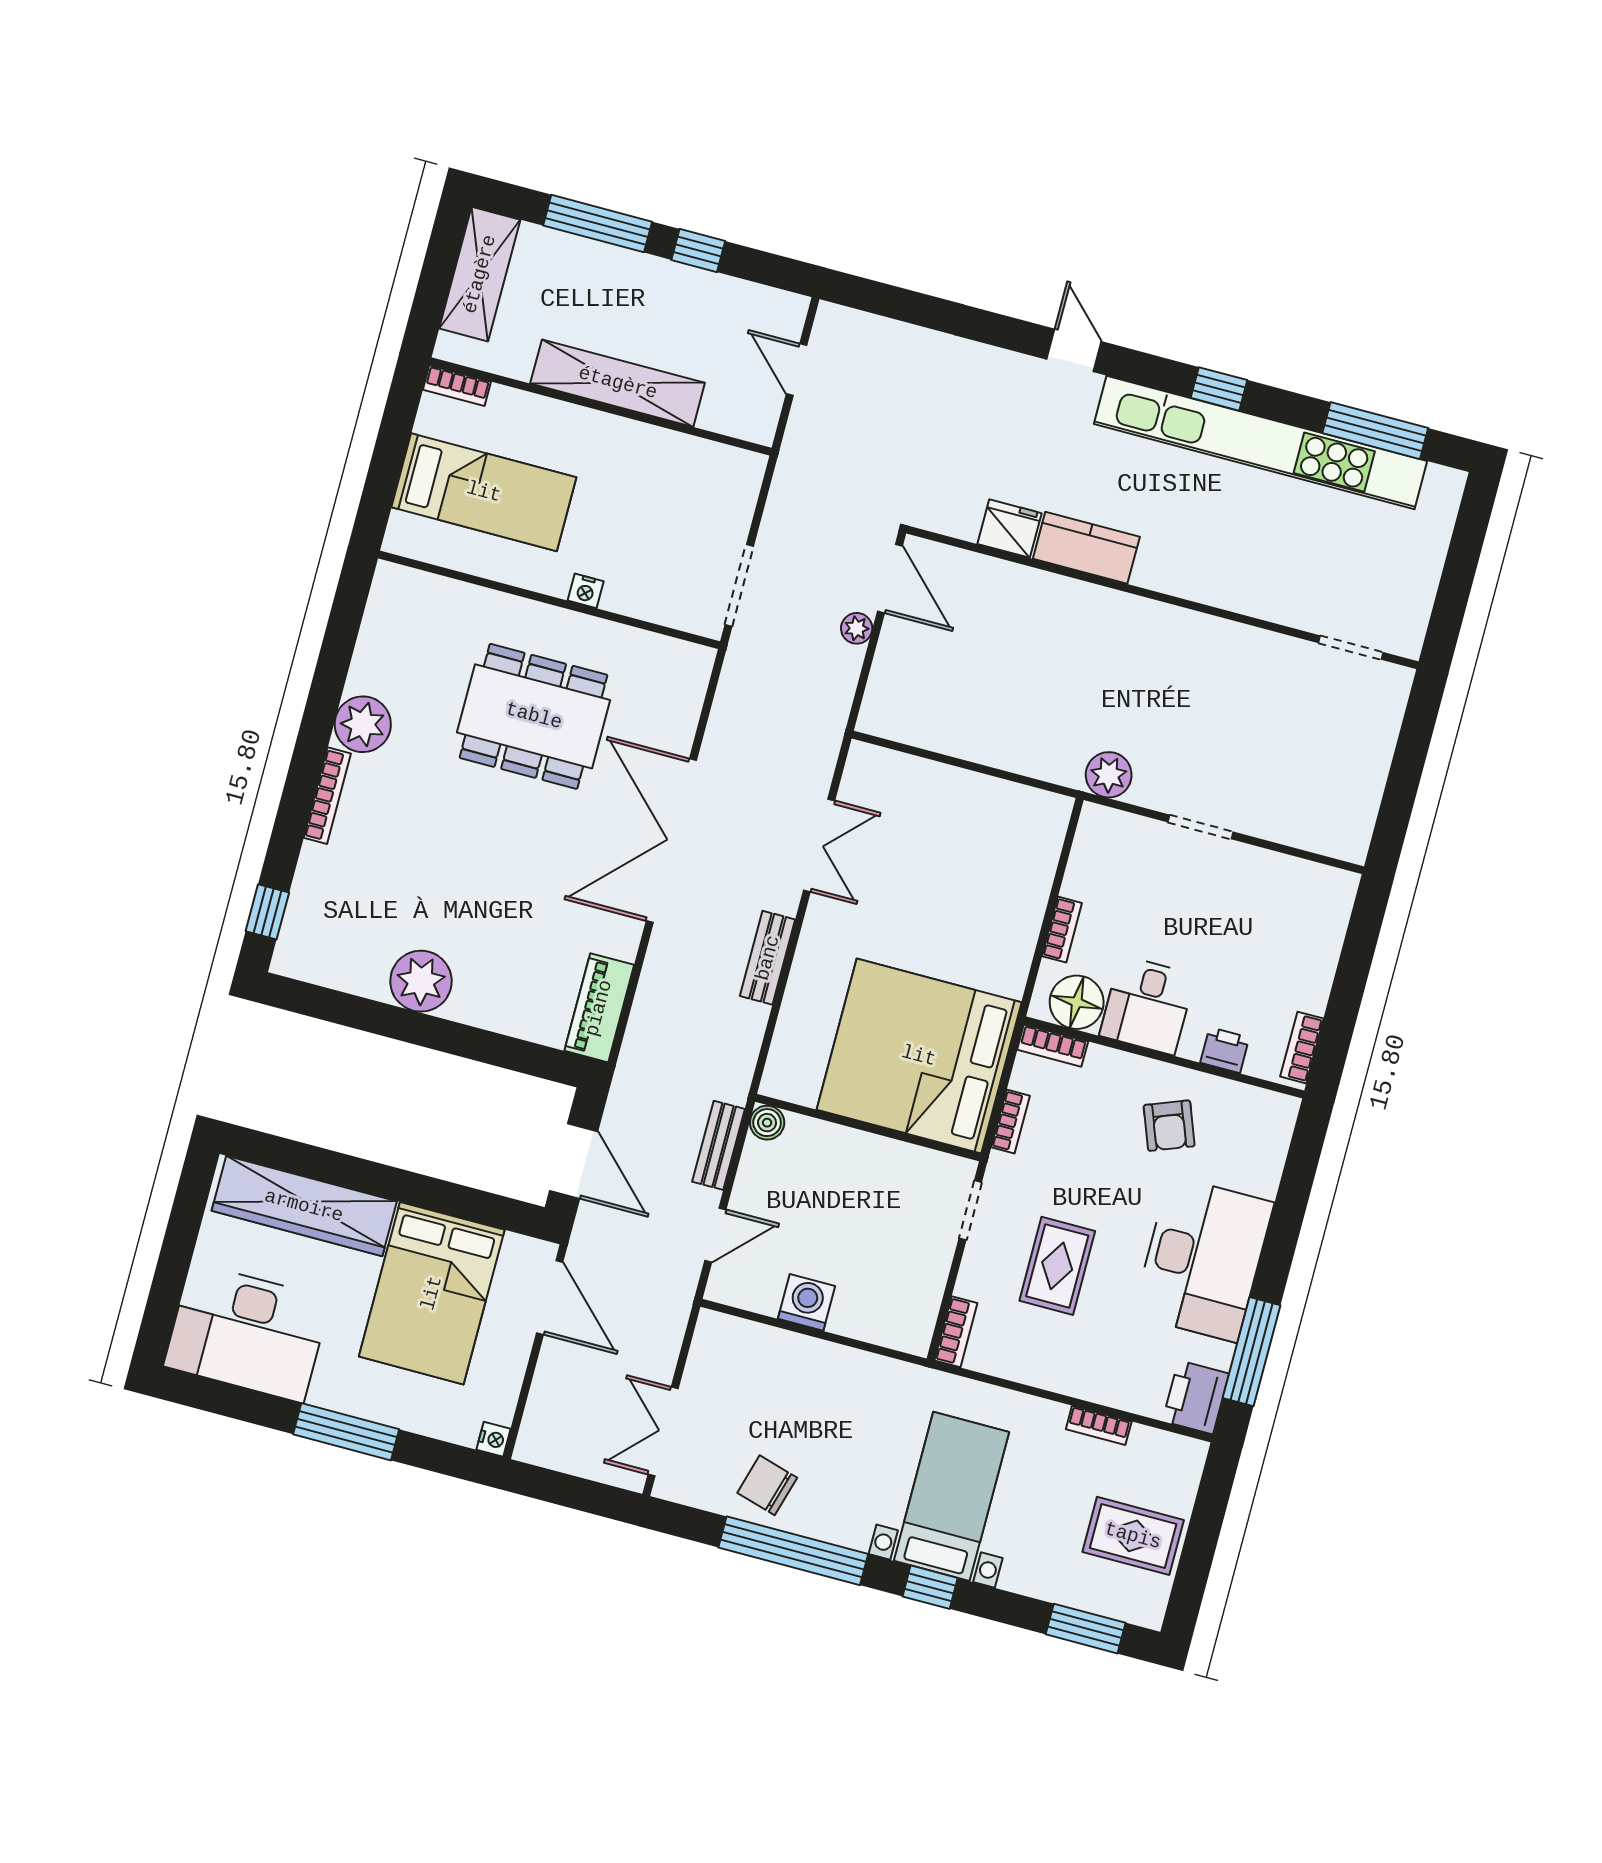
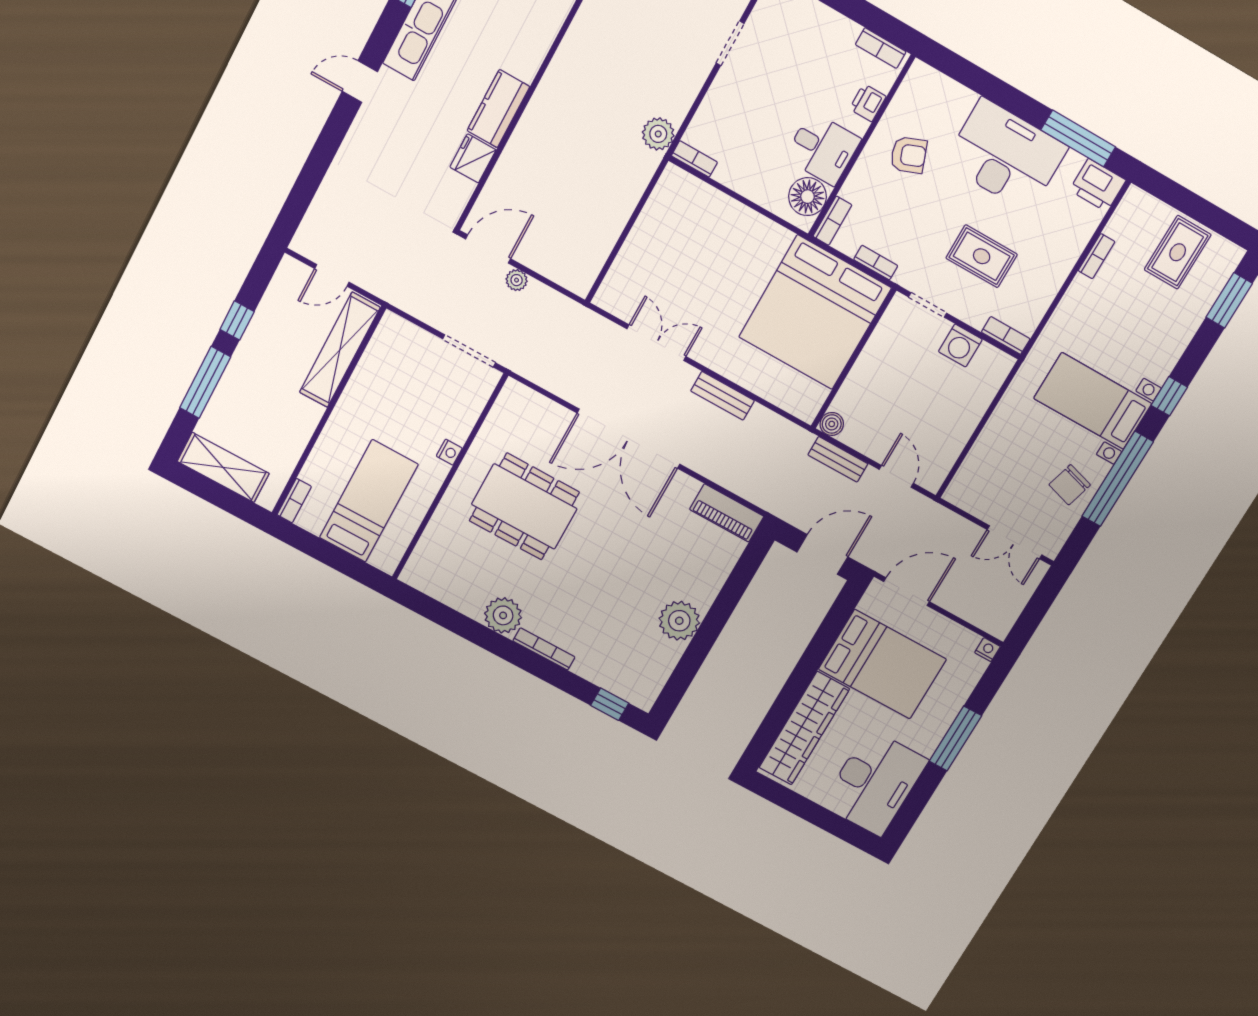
shelving: (618, 383) -> (340, 350), moved
dining table: (534, 716) -> (524, 507), turned 90
doorway: (1201, 827) -> (730, 43), moved
bookcase: (1062, 930) -> (694, 159), moved
washing machine: (807, 1302) -> (960, 345), moved, turned -90
bed with nightstands: (951, 1496) -> (1093, 401), moved

